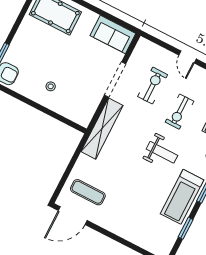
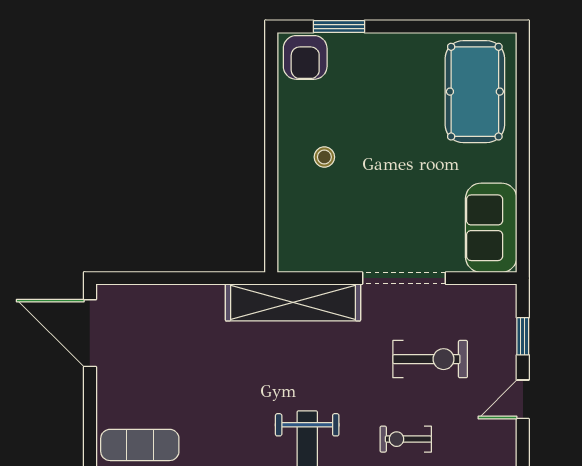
window: (162, 44) -> (523, 336), added
exercise bike: (179, 112) -> (406, 439), width x0.73, depth x0.72
exercise mat: (88, 192) -> (140, 445), moved, turned 90

